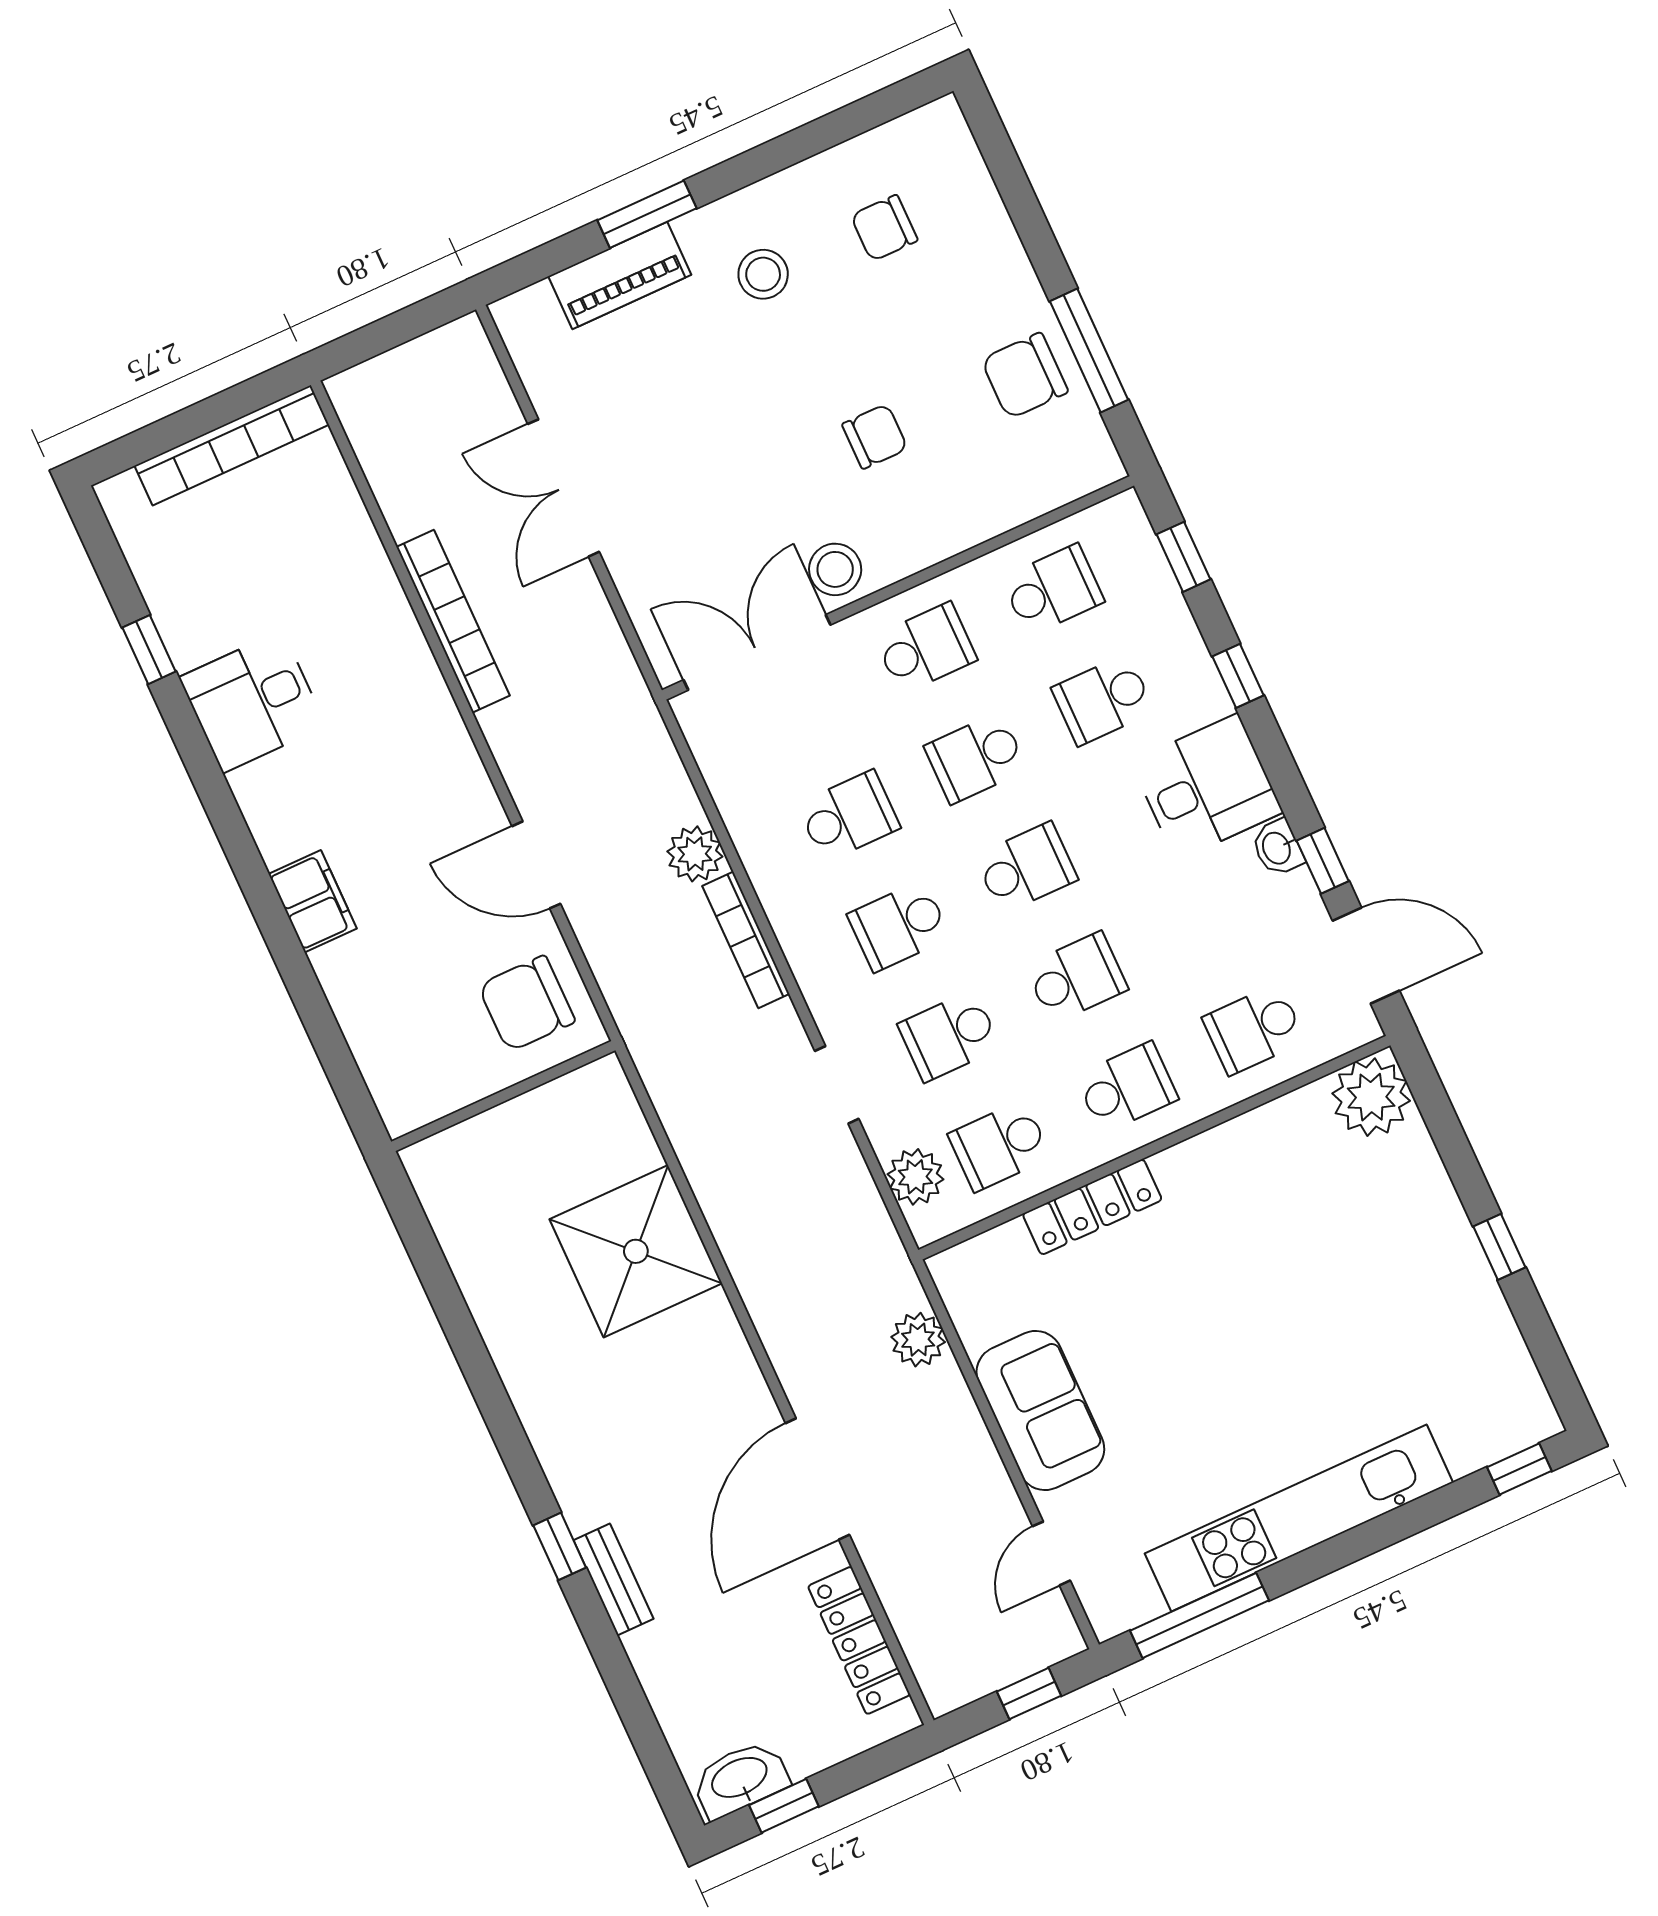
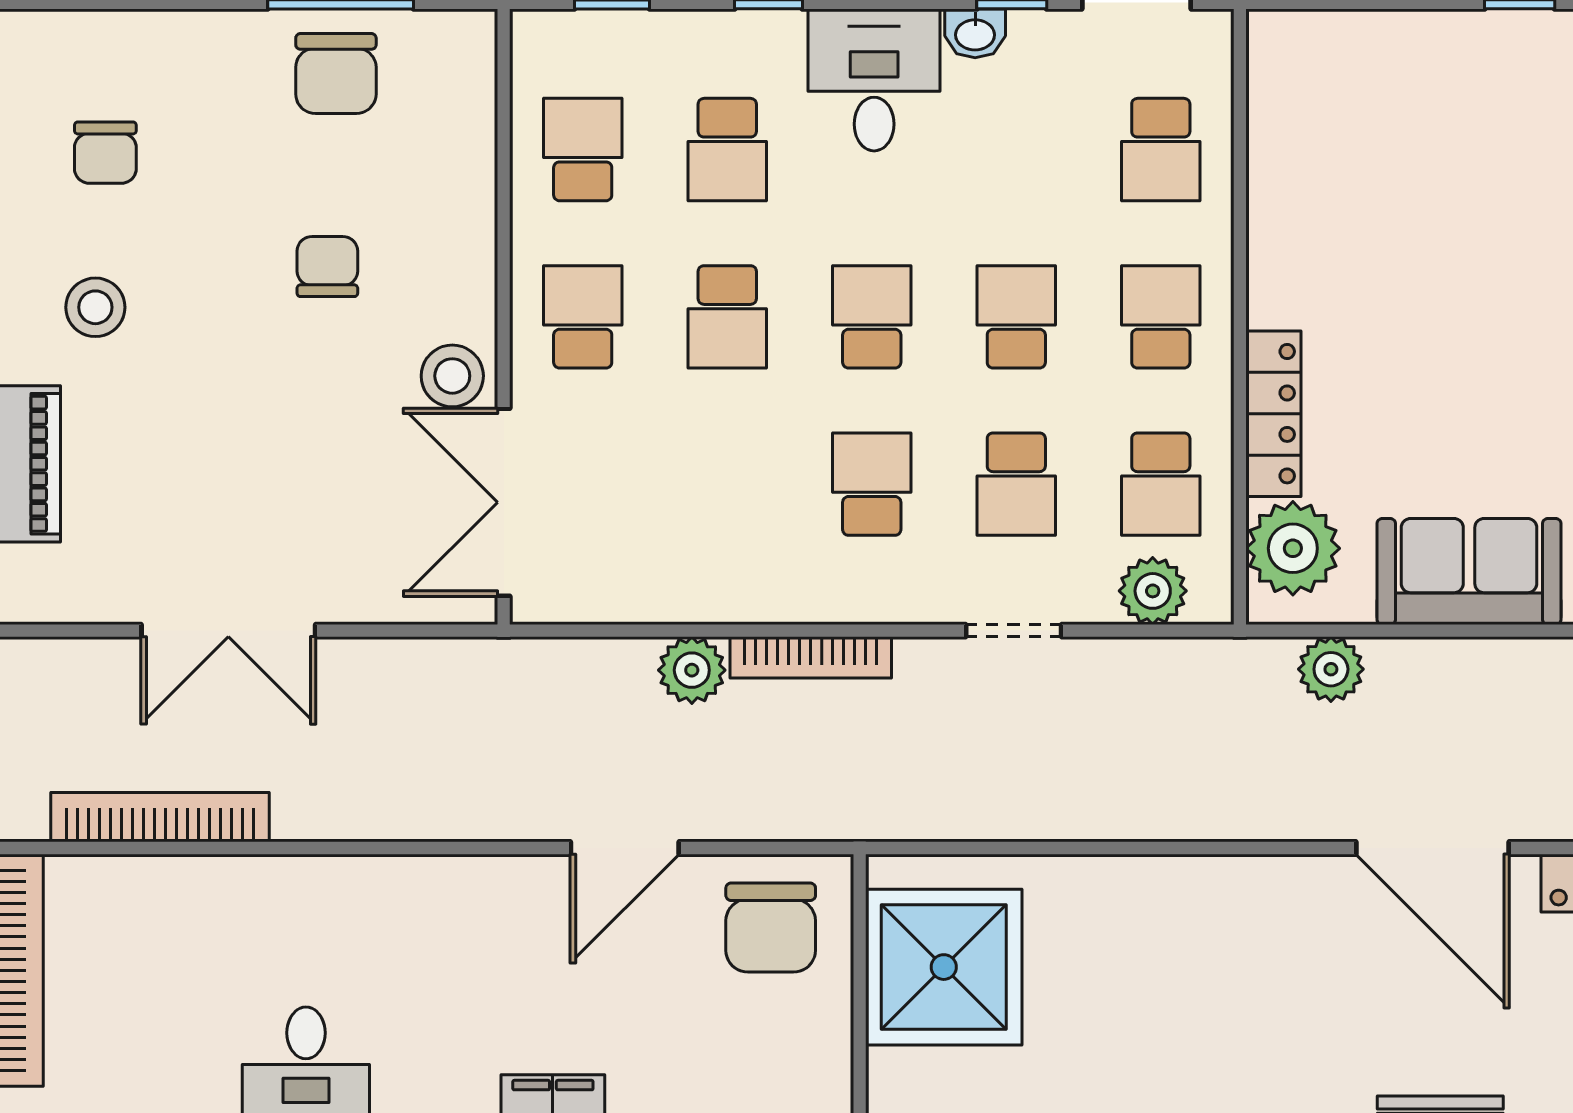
bookcase: (453, 621) -> (160, 817), moved
school desk: (849, 816) -> (727, 484), removed
school desk: (899, 926) -> (872, 484), turned 180
plant: (1371, 1097) -> (1293, 548), moved
shower: (636, 1251) -> (944, 967), moved

